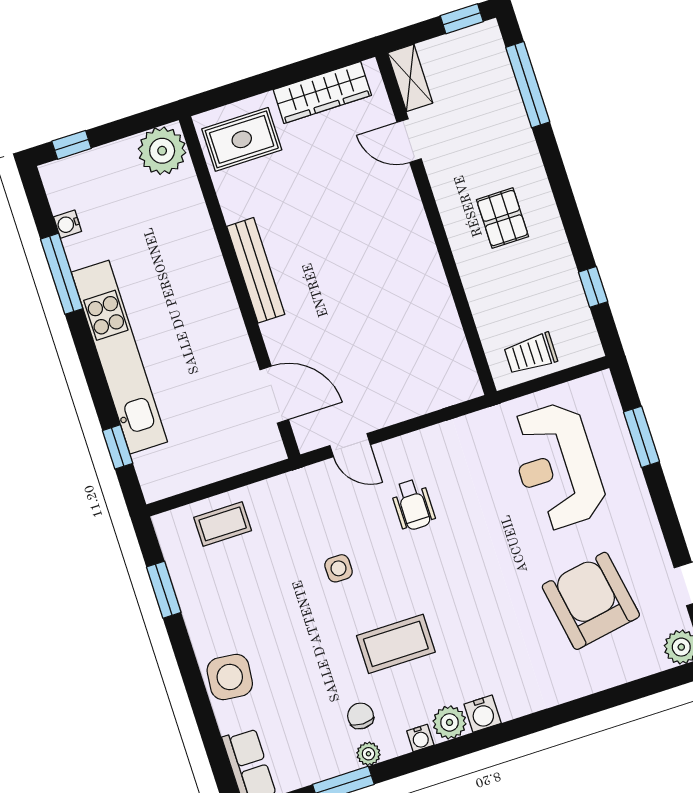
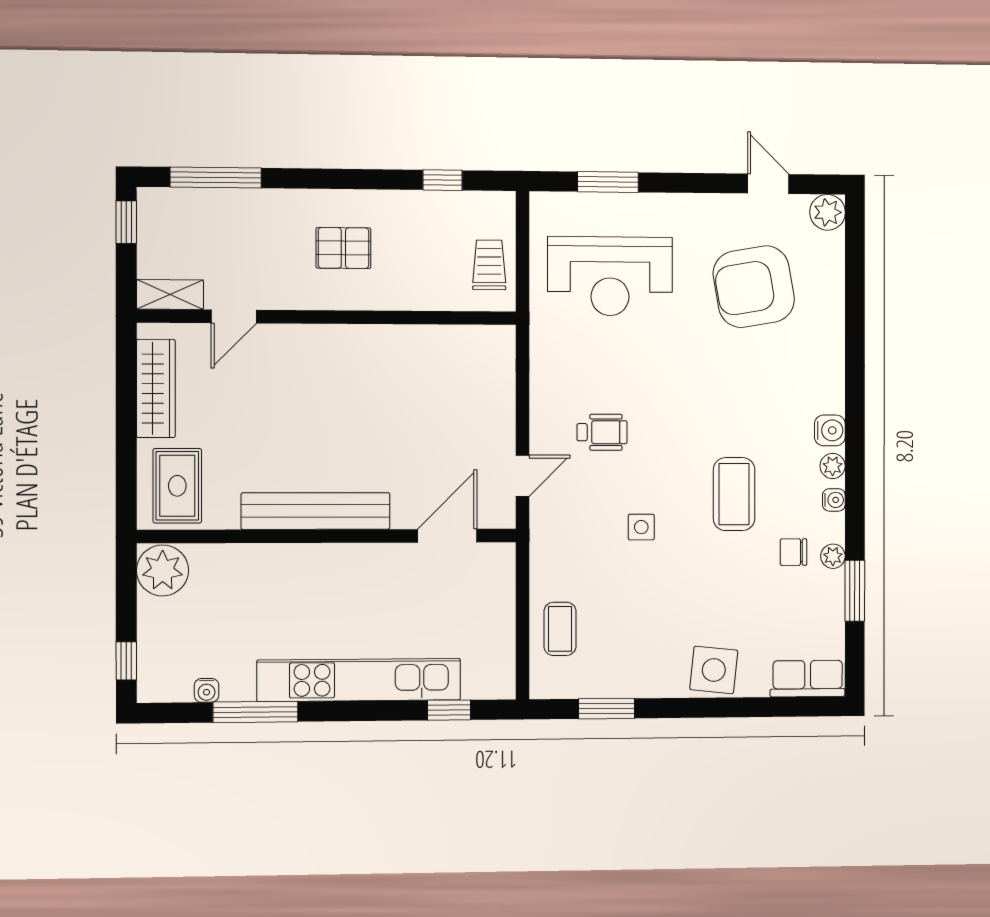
bench: (256, 270) -> (316, 511), width x1.37, depth x1.21
trolley: (531, 354) -> (489, 265), turned 180
plant: (449, 722) -> (833, 466), width x0.73, depth x0.73

